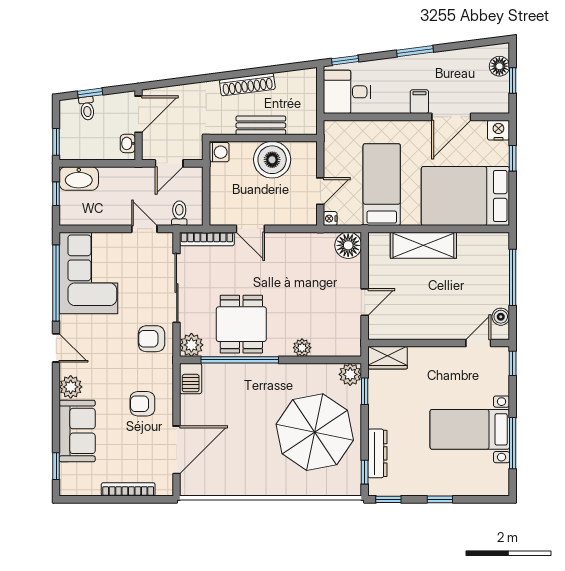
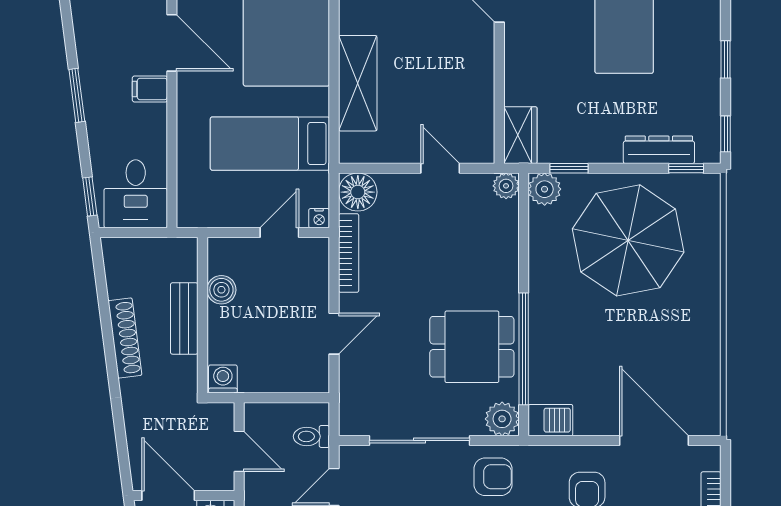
boiler: (272, 160) -> (221, 290), width x0.54, depth x0.54
door: (320, 191) -> (279, 232), hinge flipped
bookcase: (207, 239) -> (349, 253), moved
armchair: (152, 339) -> (493, 477), turned -90
plant: (302, 348) -> (506, 186), moved

